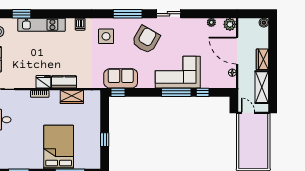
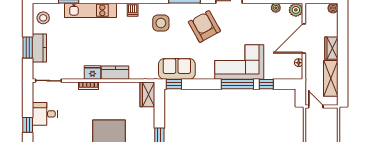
armchair: (146, 40) -> (204, 26), turned -59
door: (237, 51) -> (304, 39), hinge flipped
wardrobe: (72, 97) -> (147, 94), moved, turned 90

